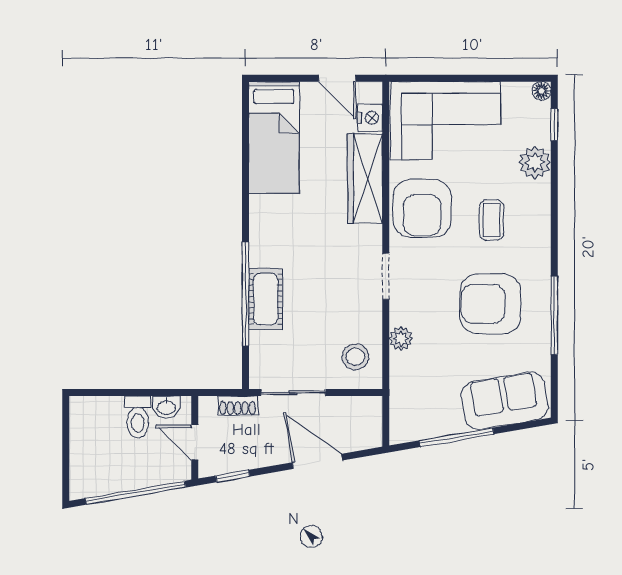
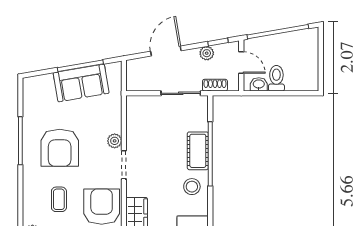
armchair: (490, 304) -> (60, 148), turned 90
plant: (401, 339) -> (115, 141), moved
stool: (355, 357) -> (192, 187), moved
sofa: (505, 401) -> (81, 83), moved
plant: (251, 458) -> (207, 53), added
door: (317, 461) -> (166, 51), swing flipped

